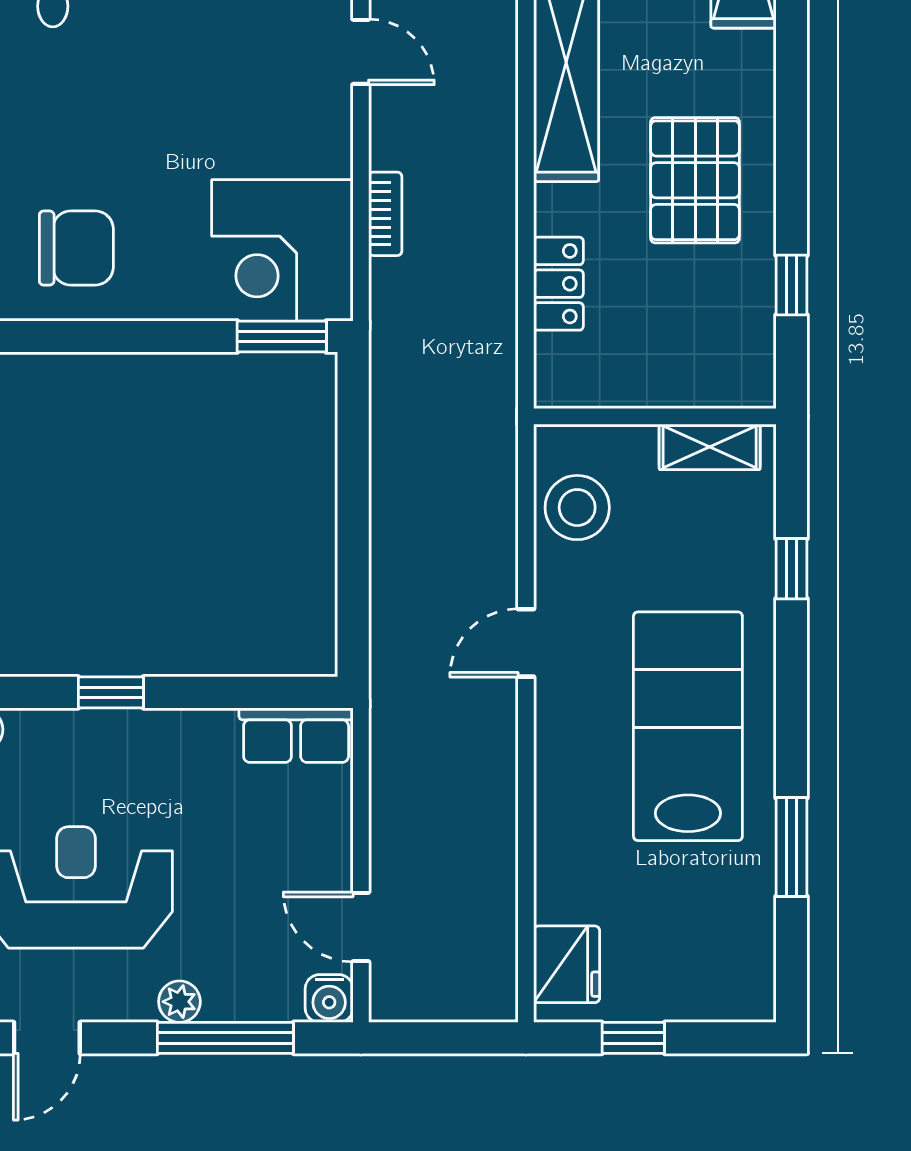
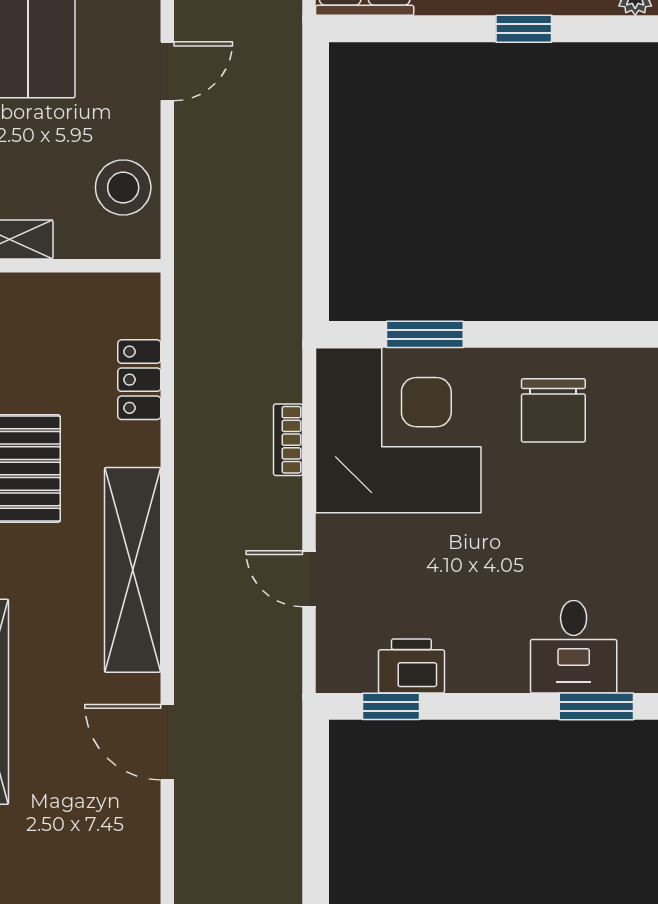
chair: (76, 248) -> (553, 410), turned -90
corner desk: (282, 250) -> (398, 430), width x1.36, depth x1.36
window: (282, 336) -> (425, 334), moved

